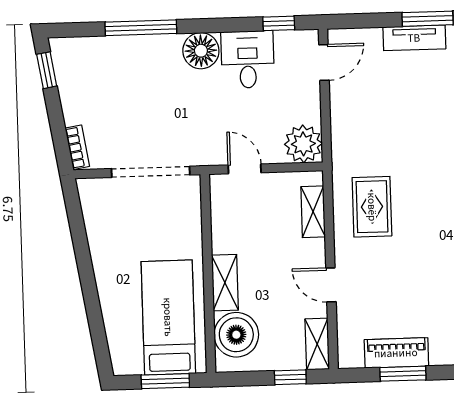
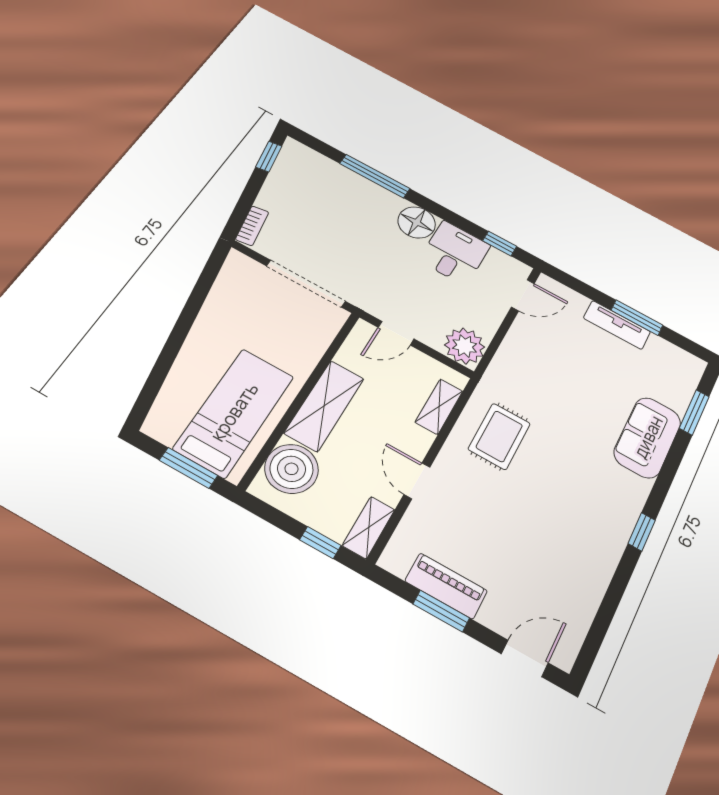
door: (245, 169) -> (396, 333), swing flipped
shelving: (225, 283) -> (324, 406), width x1.50, depth x1.33

